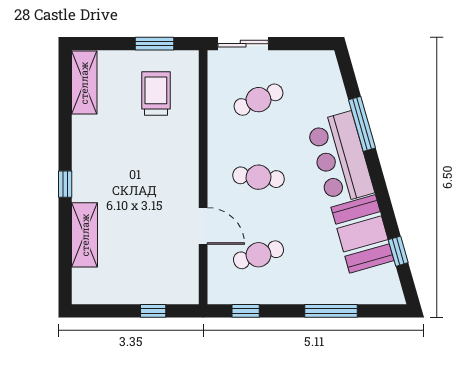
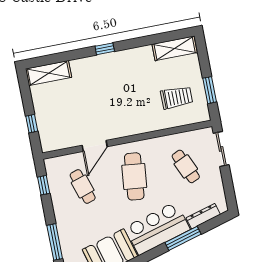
dresser: (335, 88) -> (203, 216), added
cafe table: (258, 177) -> (134, 176), width x1.37, depth x1.35
shelving: (85, 235) -> (49, 73), moved

